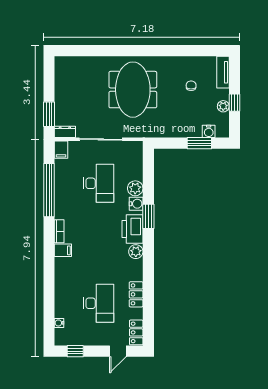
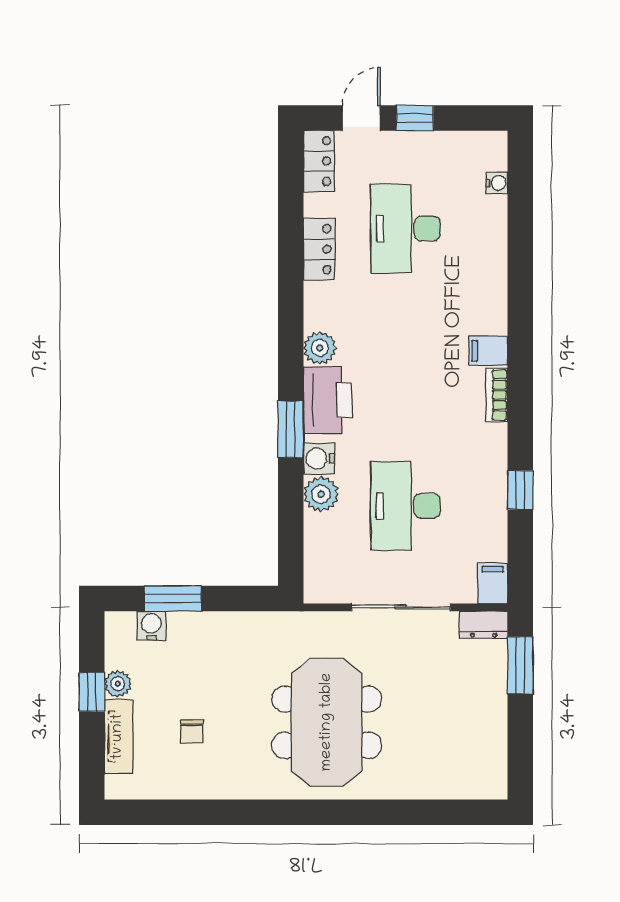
tv unit: (223, 72) -> (118, 737), moved
window: (49, 190) -> (520, 490), width x0.32
window: (75, 351) -> (415, 118), moved

